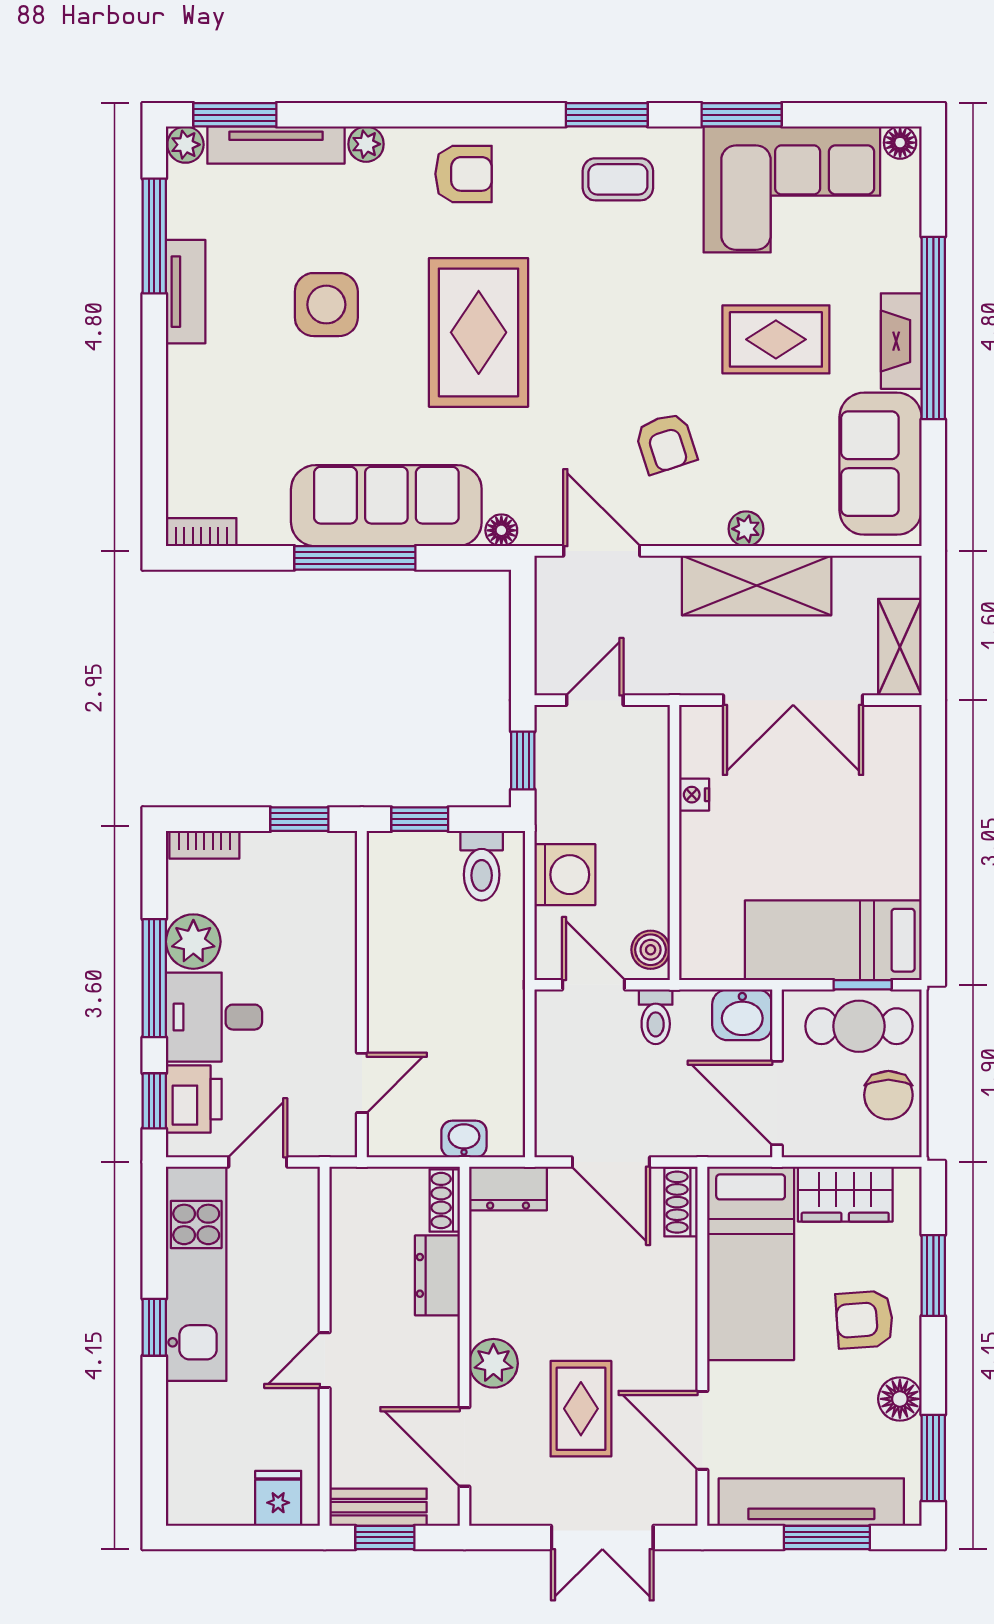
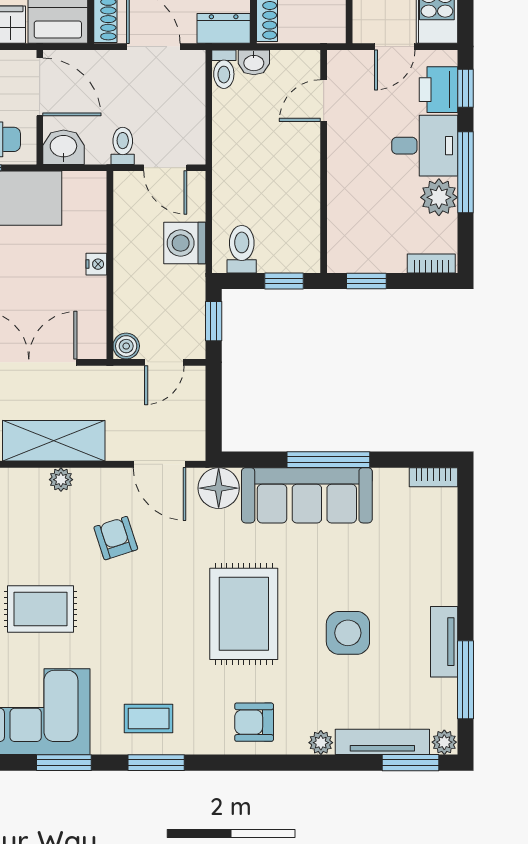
floor lamp: (501, 530) -> (219, 488), width x1.89, depth x1.89
nightstand: (694, 795) -> (96, 264), moved
boiler: (651, 950) -> (126, 346), moved
toilet: (508, 1129) -> (224, 69), added

